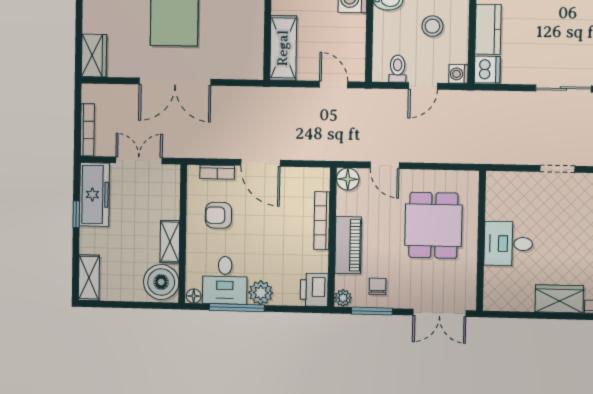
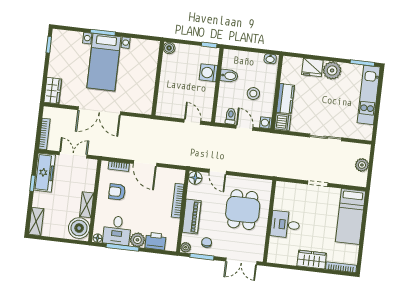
shelving: (283, 48) -> (165, 97), removed
door: (423, 86) -> (244, 128), swing flipped
printer: (314, 290) -> (155, 241), moved, turned 90

